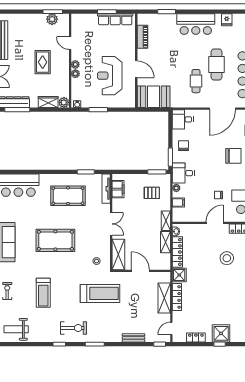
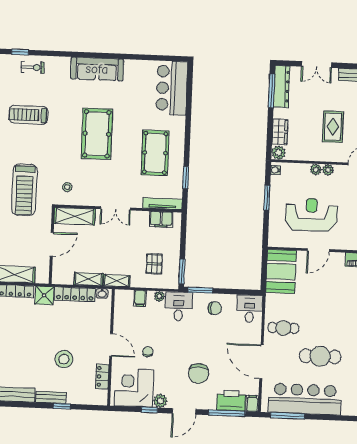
rug: (43, 62) -> (333, 127), turned 90
cafe table: (196, 81) -> (283, 328), moved

